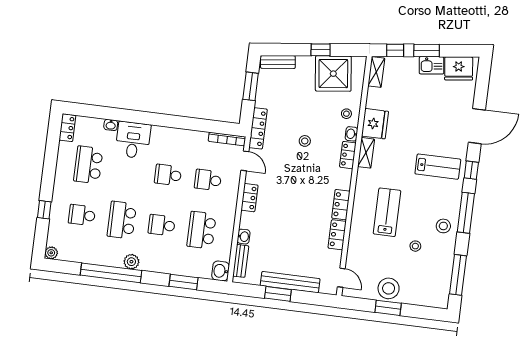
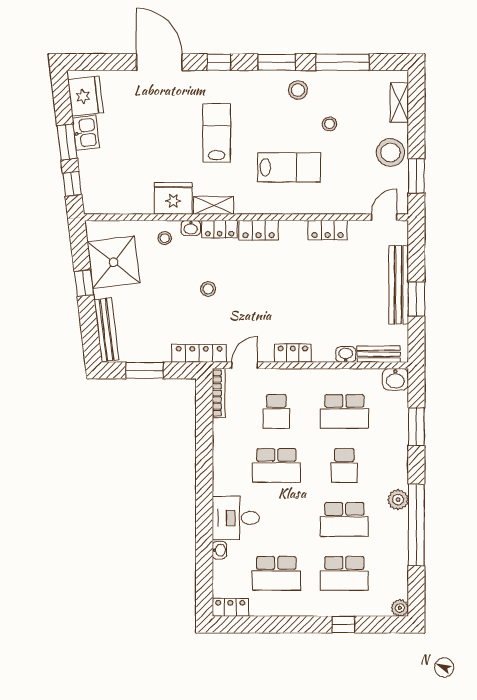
bench: (278, 62) -> (106, 330), width x1.36
shelving: (376, 72) -> (399, 102), moved, turned 90
lab bench: (438, 167) -> (217, 133), moved
school desk: (168, 175) -> (276, 465), width x1.85
locker: (341, 205) -> (259, 230), moved
lab bench: (387, 212) -> (289, 167), turned 180
window: (466, 213) -> (277, 62), width x0.69
school desk: (82, 215) -> (344, 573), width x1.85
window: (458, 275) -> (343, 62), moved
window: (388, 308) -> (416, 176), moved

